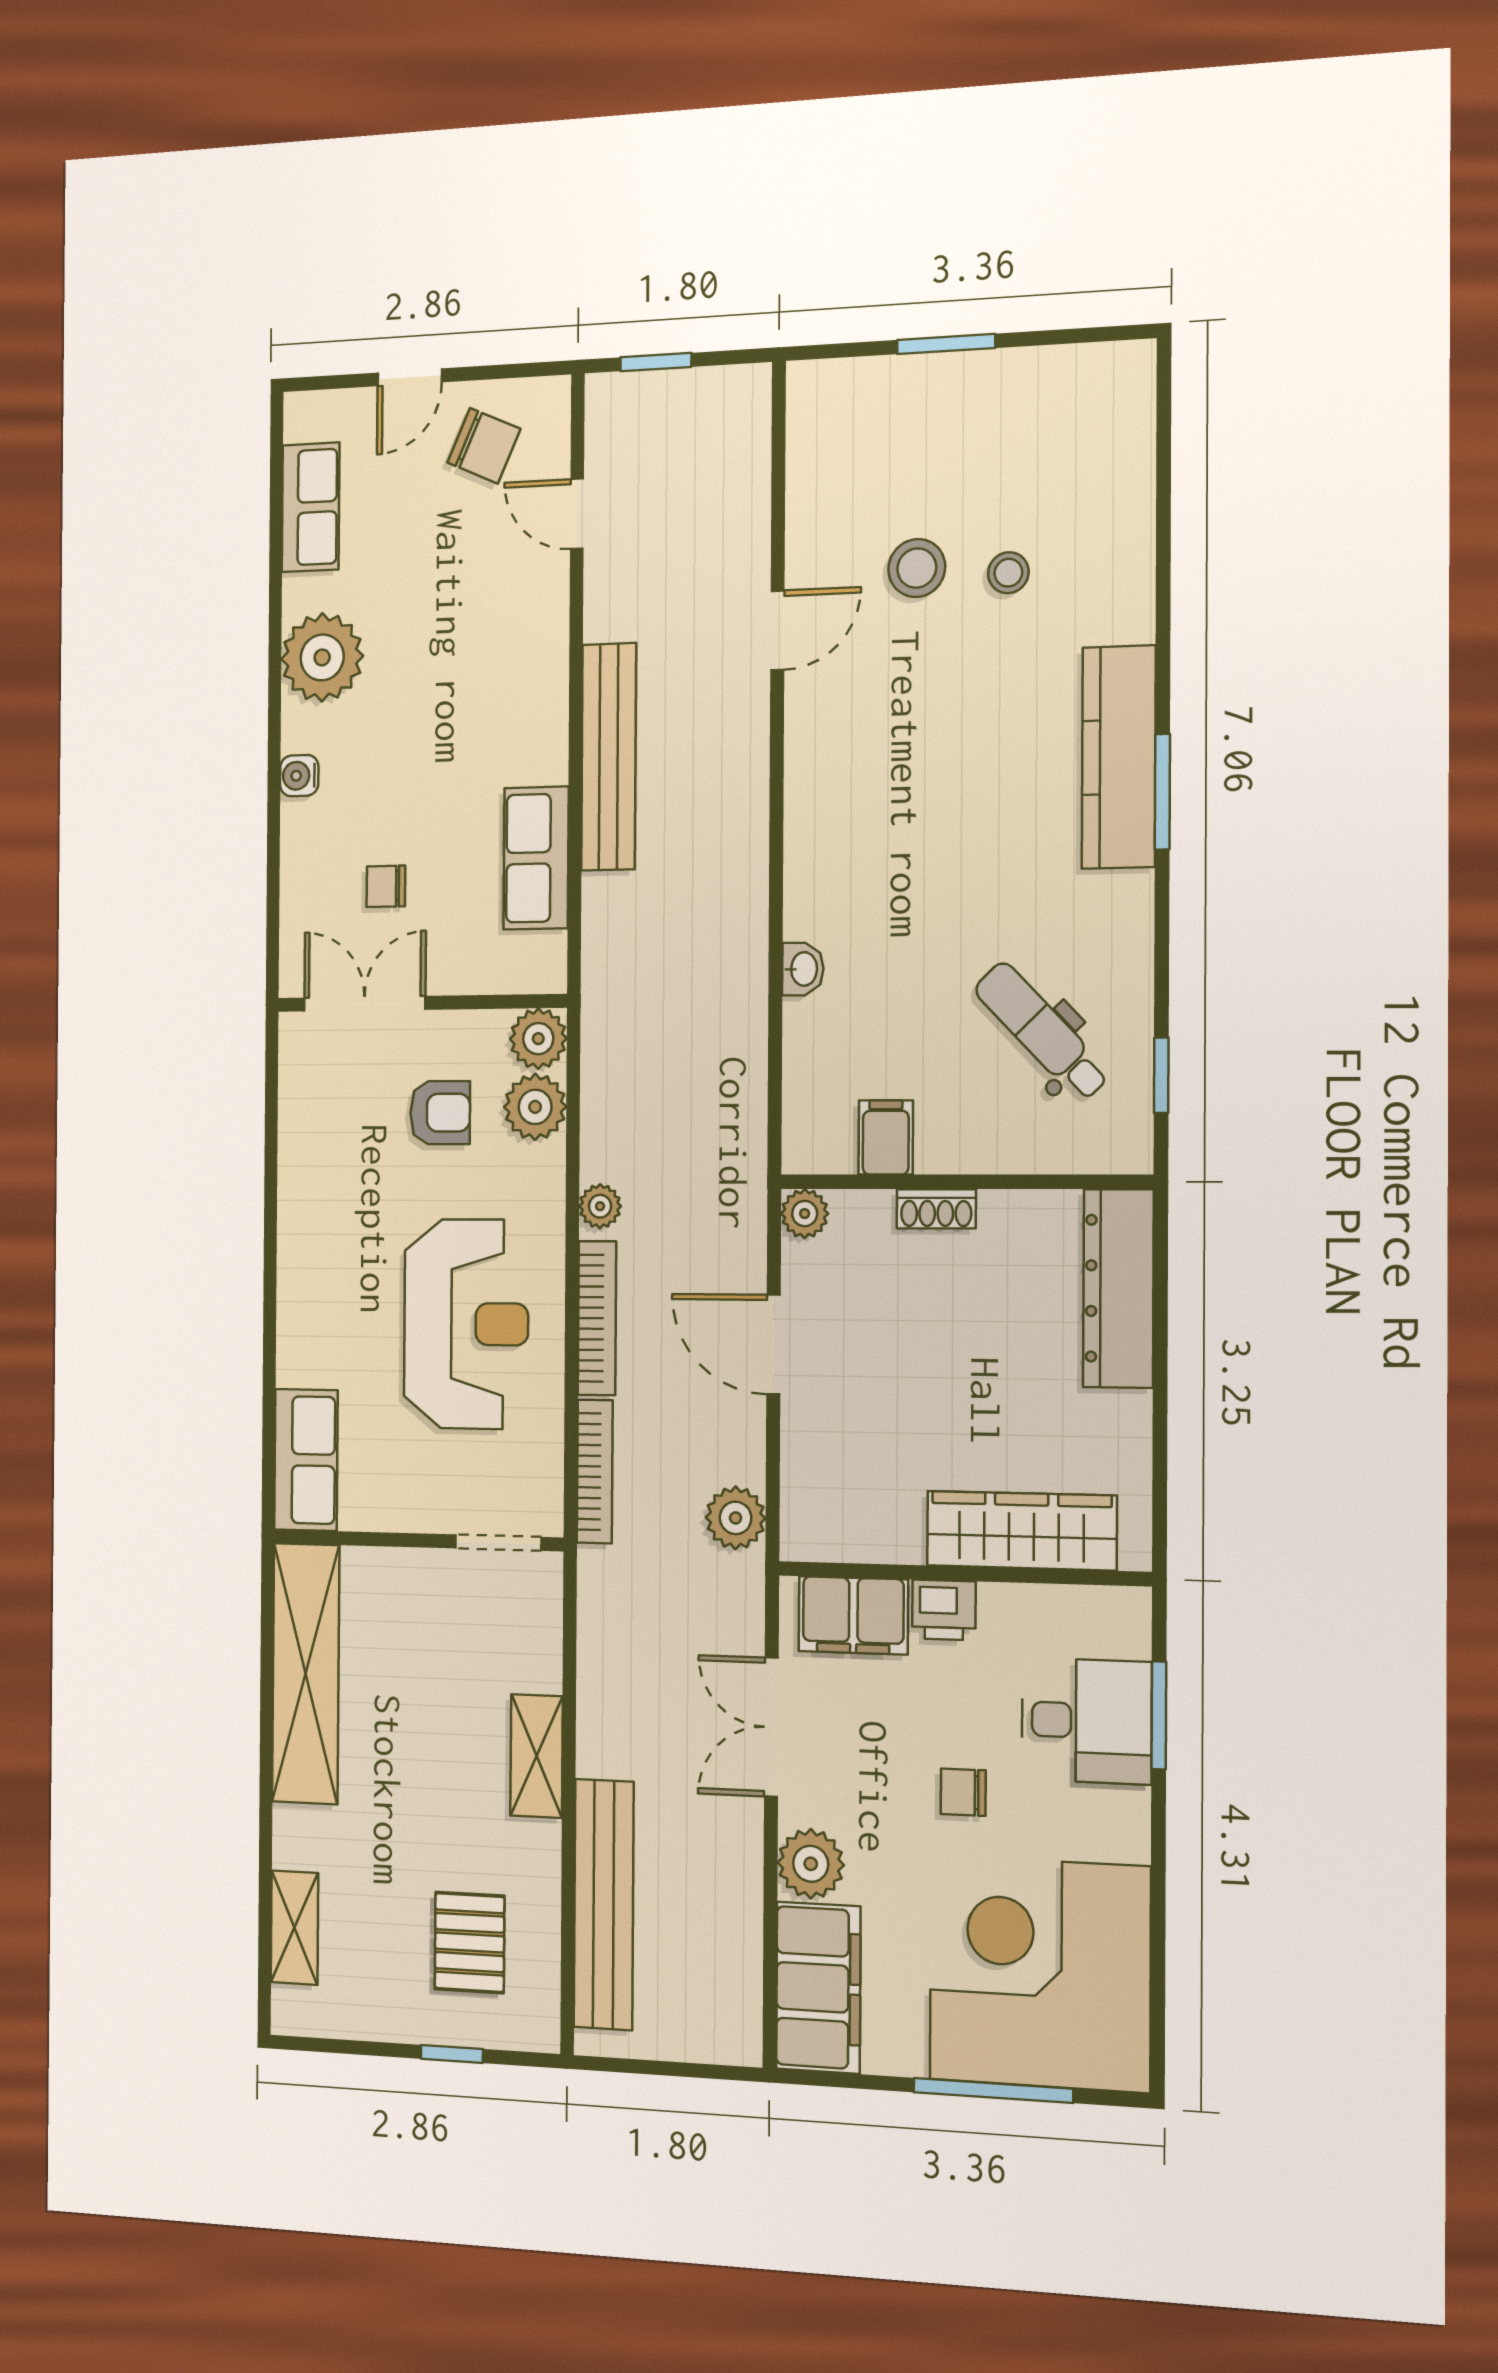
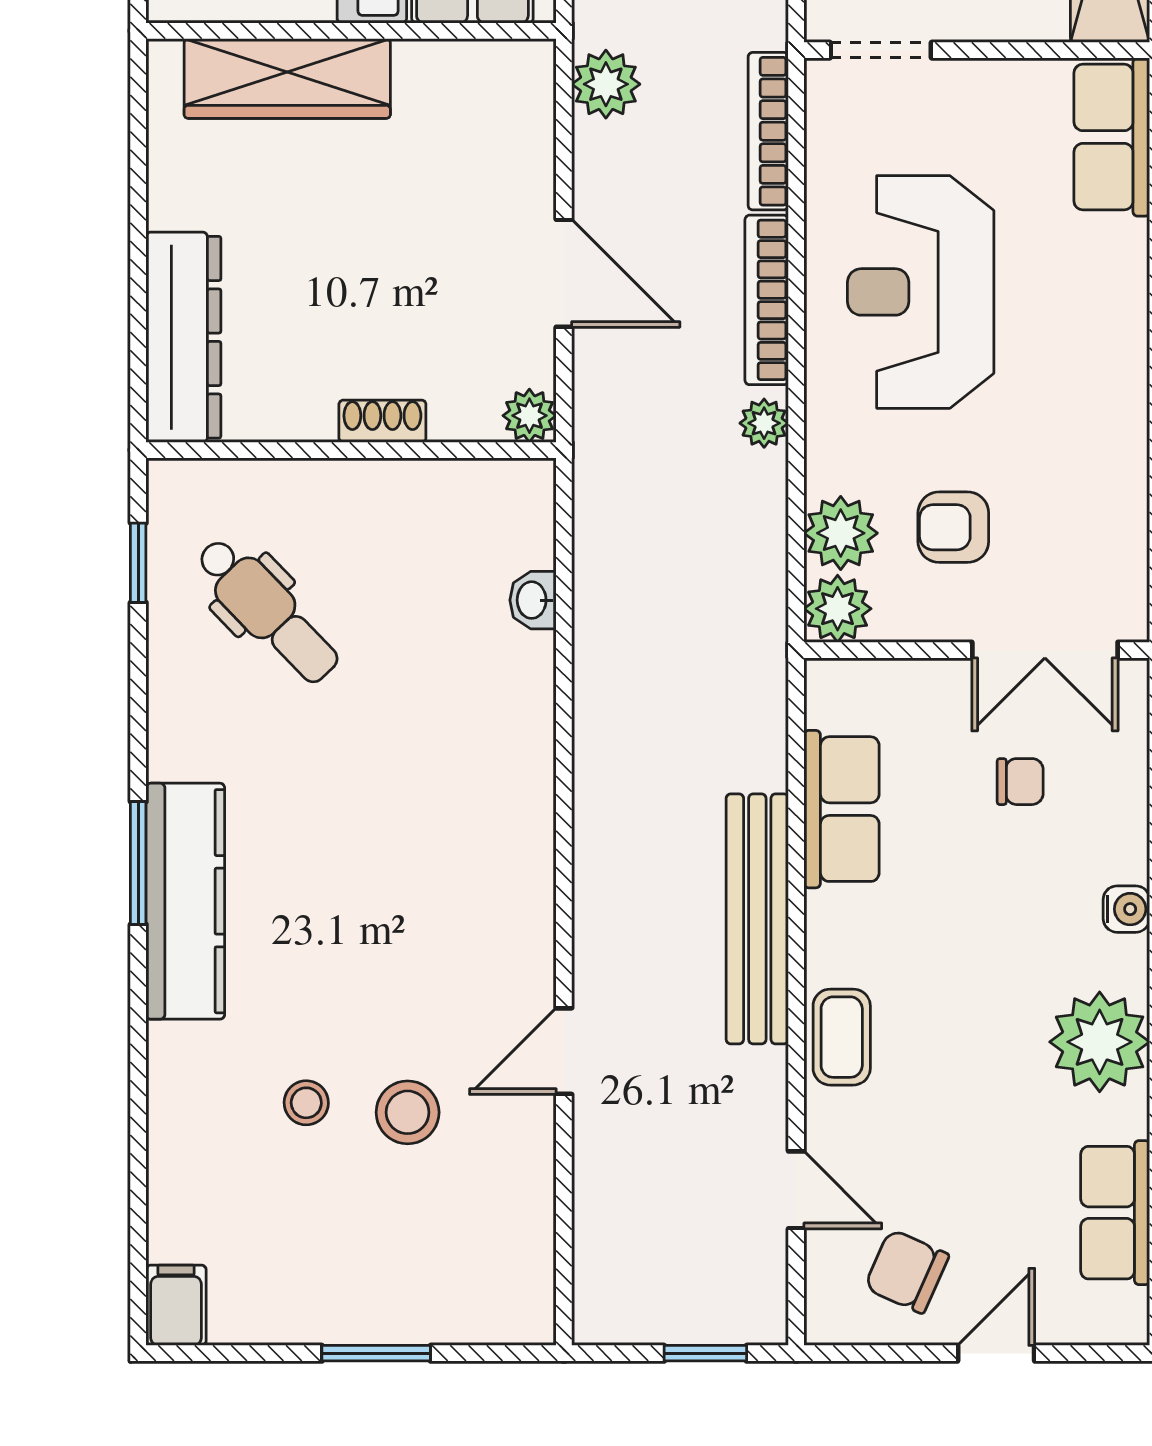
coffee table: (537, 653) -> (842, 1037), added
washbasin: (803, 969) -> (533, 600), moved
filing cabinet: (886, 1137) -> (176, 1305), moved, turned 180

